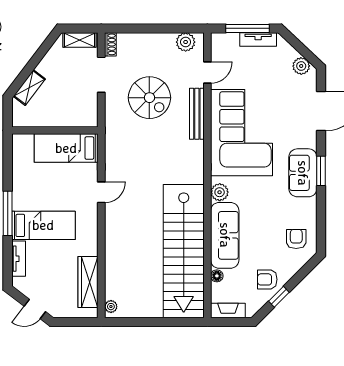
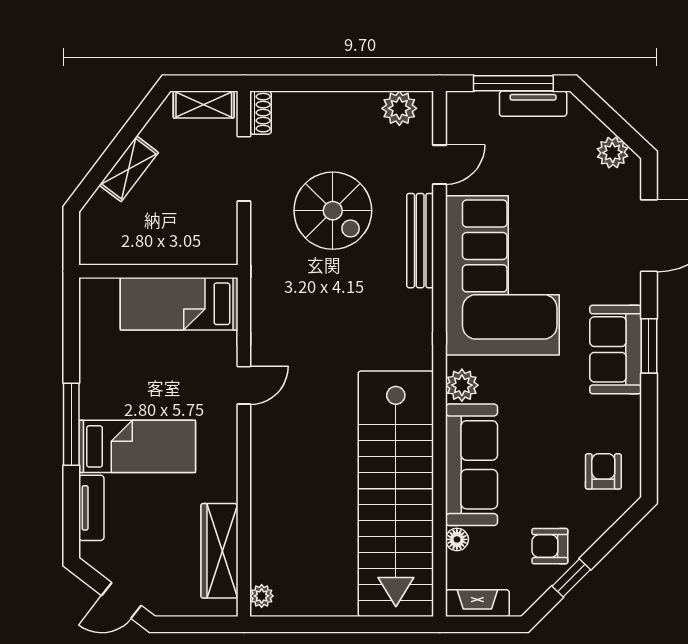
shelving: (29, 88) -> (129, 169), moved

